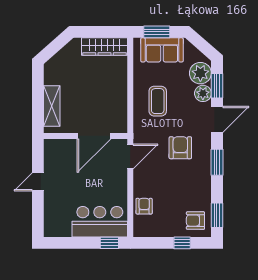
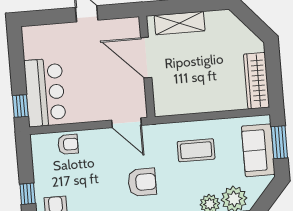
door: (94, 136) -> (146, 58), moved

